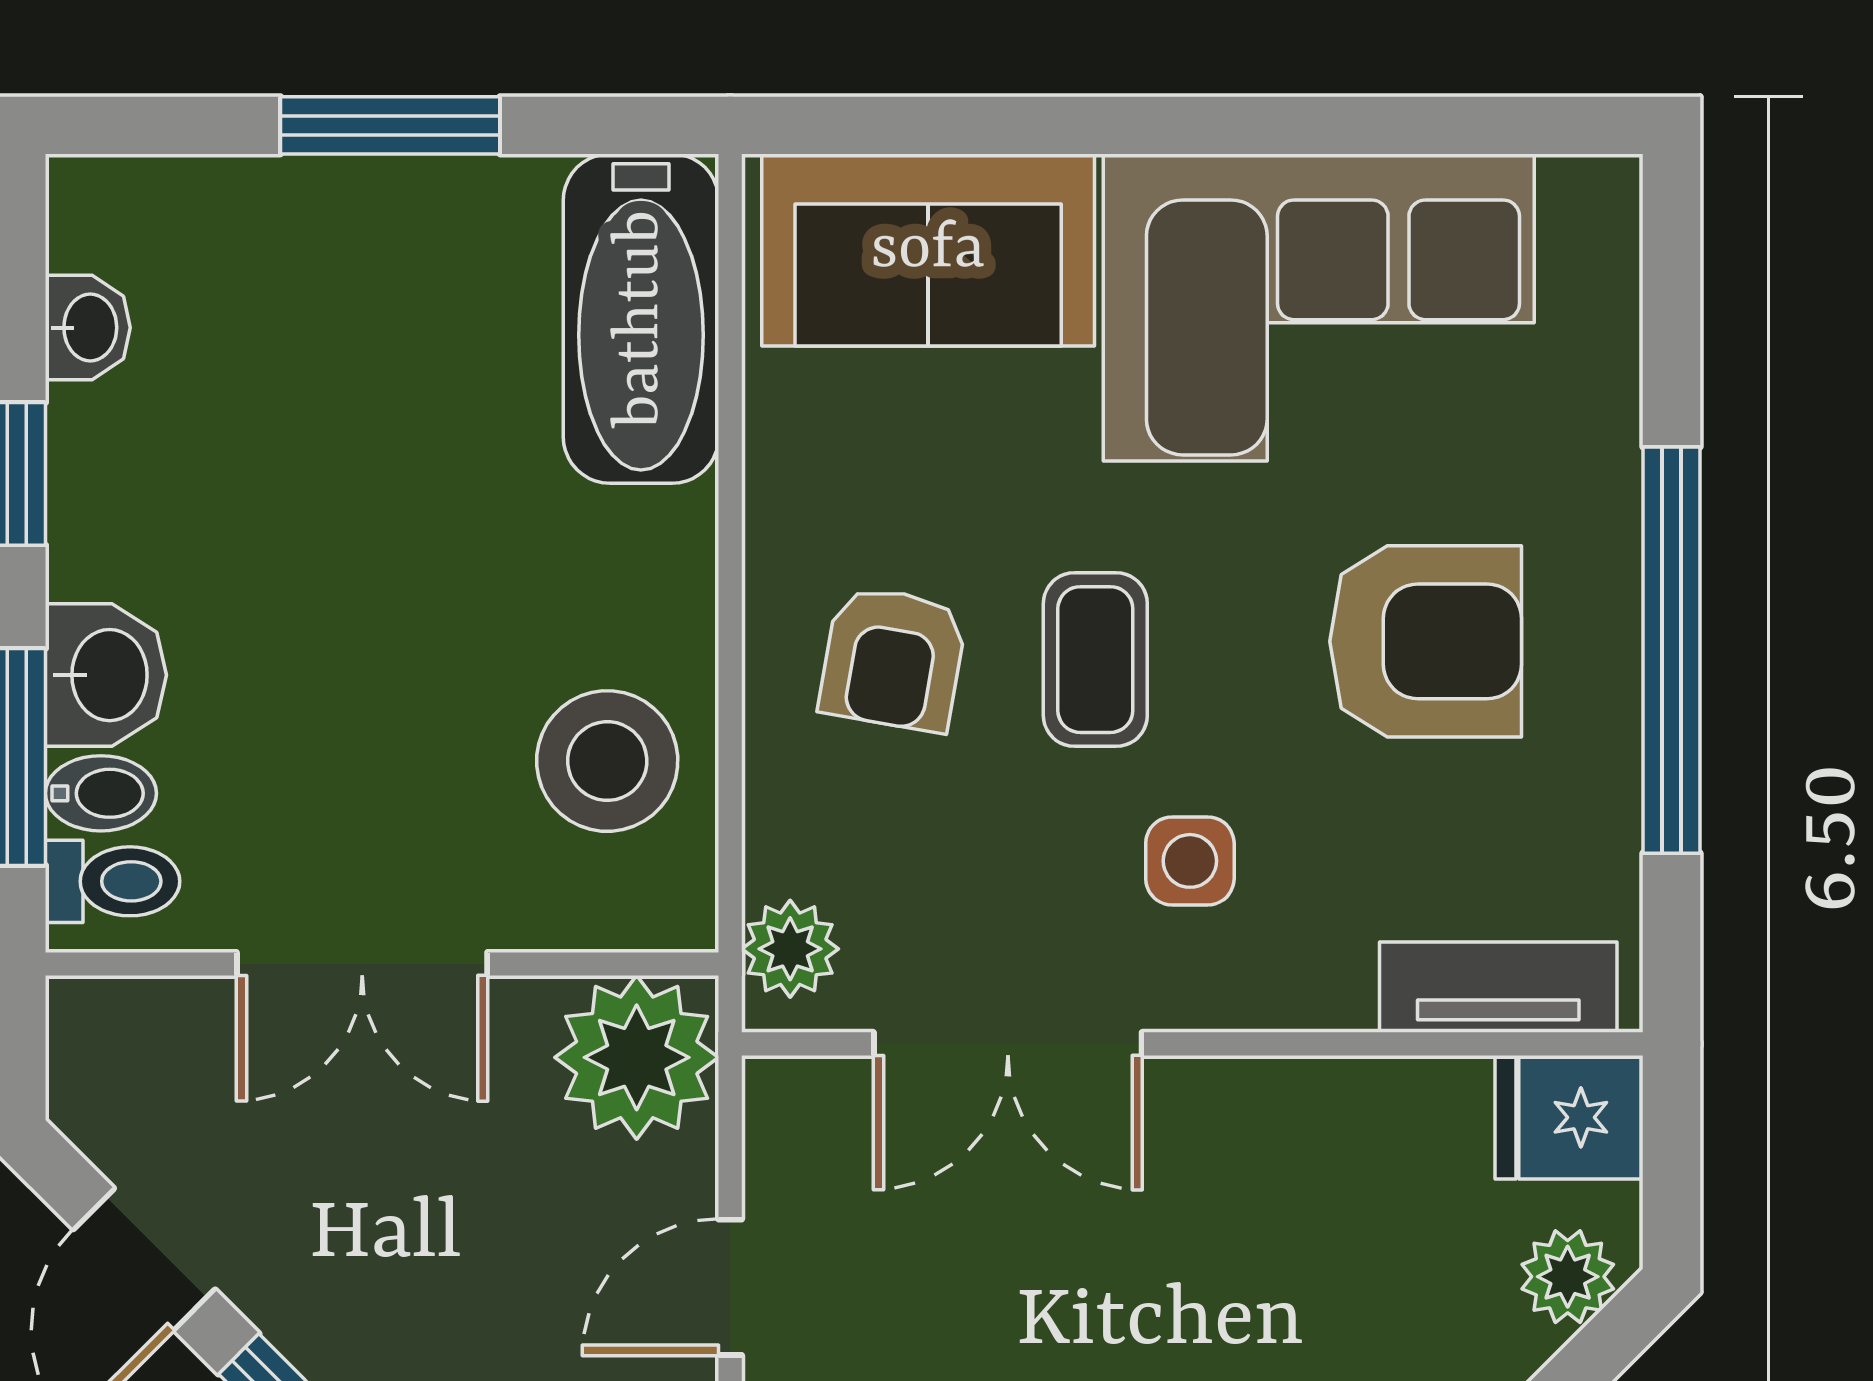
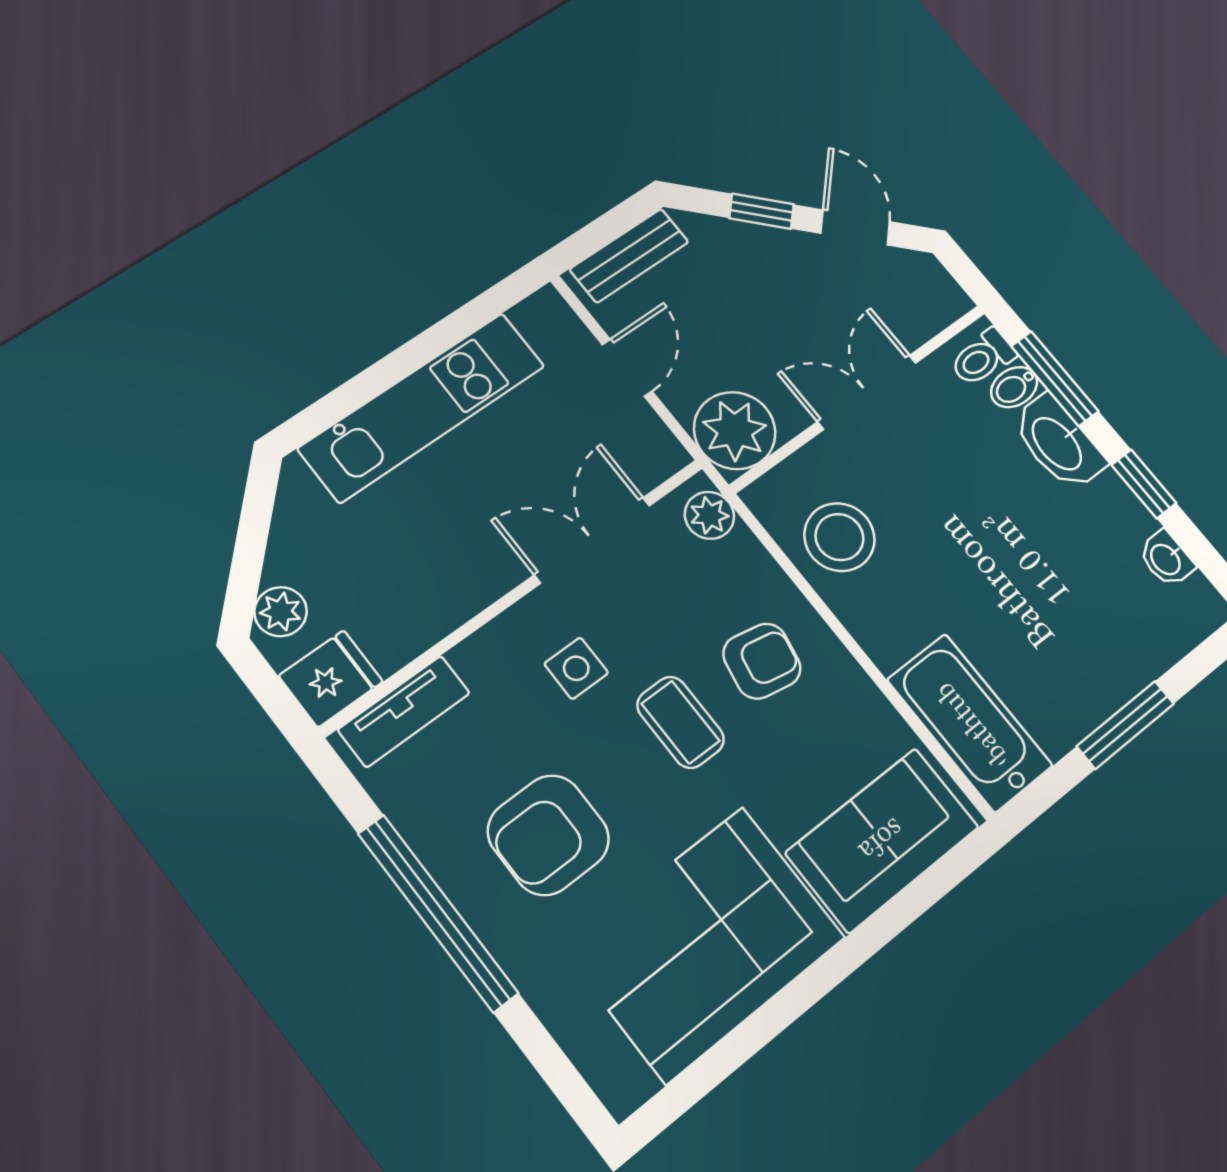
armchair: (893, 659) -> (762, 661), turned 91
washbasin: (106, 675) -> (1058, 443), width x1.38

